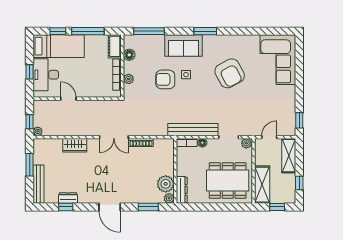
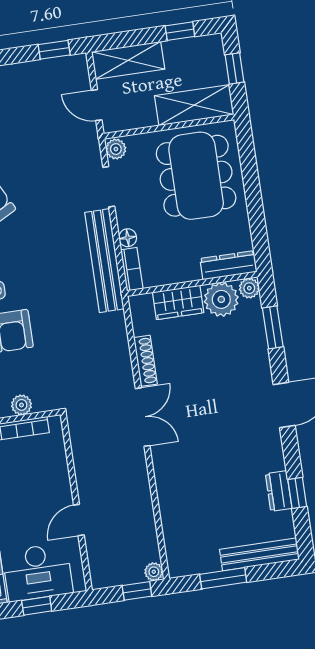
wardrobe: (75, 145) -> (178, 302), moved, turned 90

